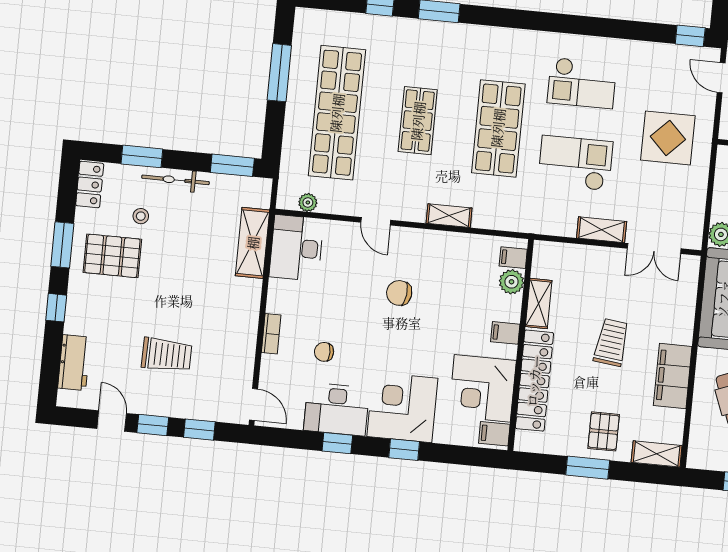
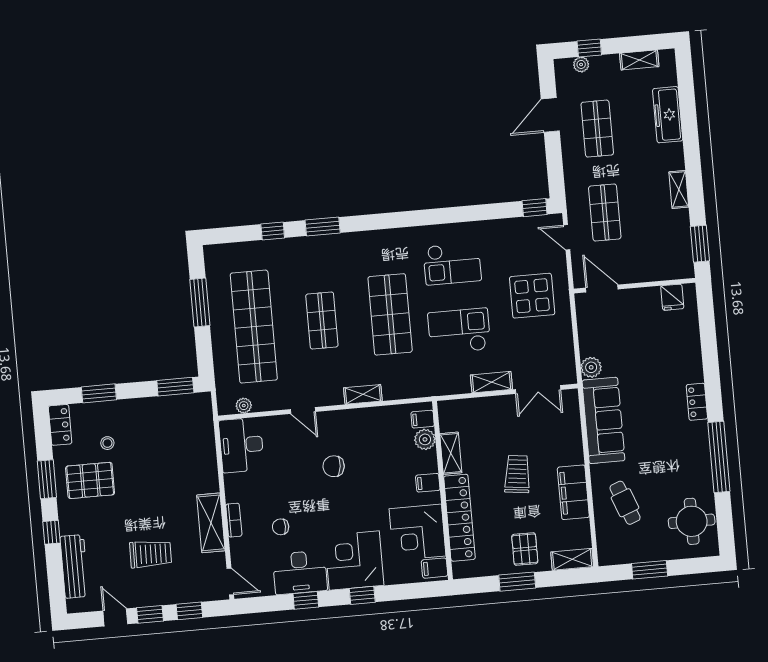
bicycle: (175, 180) -> (130, 408), removed
shelving: (253, 243) -> (211, 523), moved
workbench: (74, 363) -> (74, 566), width x1.38

